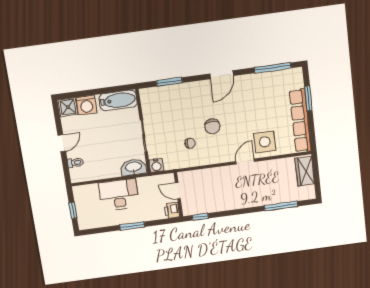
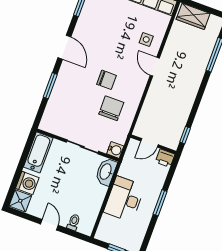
window: (169, 82) -> (50, 86), moved
side table: (265, 142) -> (146, 39), width x0.54, depth x0.54
chair: (190, 143) -> (111, 108), width x1.87, depth x1.87

